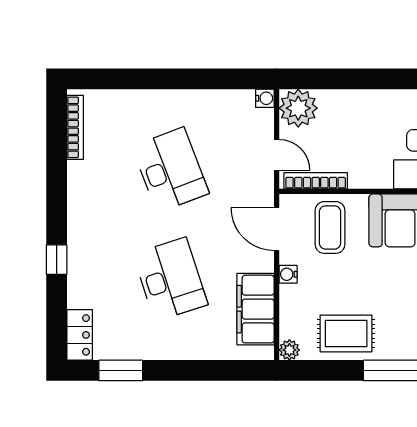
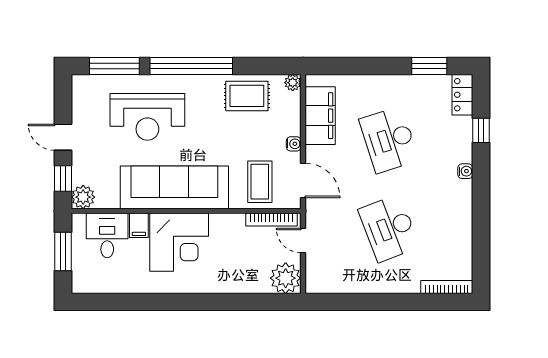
water cooler: (265, 98) -> (465, 171), moved, turned 180
bookcase: (75, 127) -> (447, 287), moved, turned 90
window: (57, 260) -> (481, 130), moved

